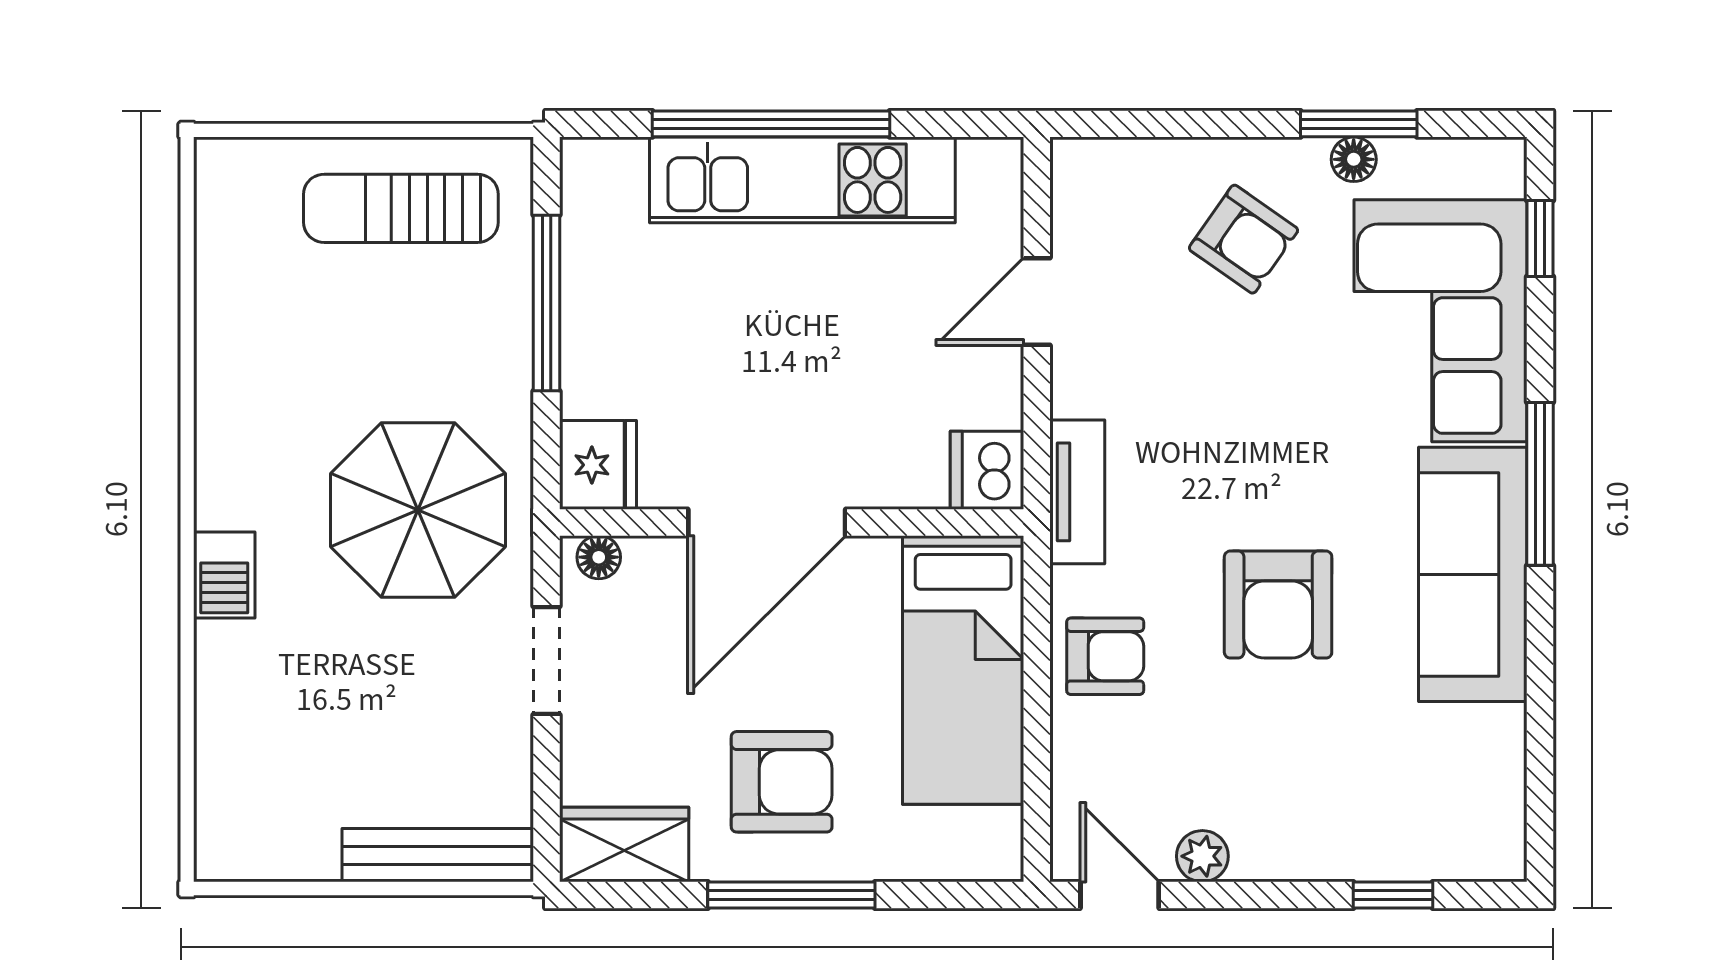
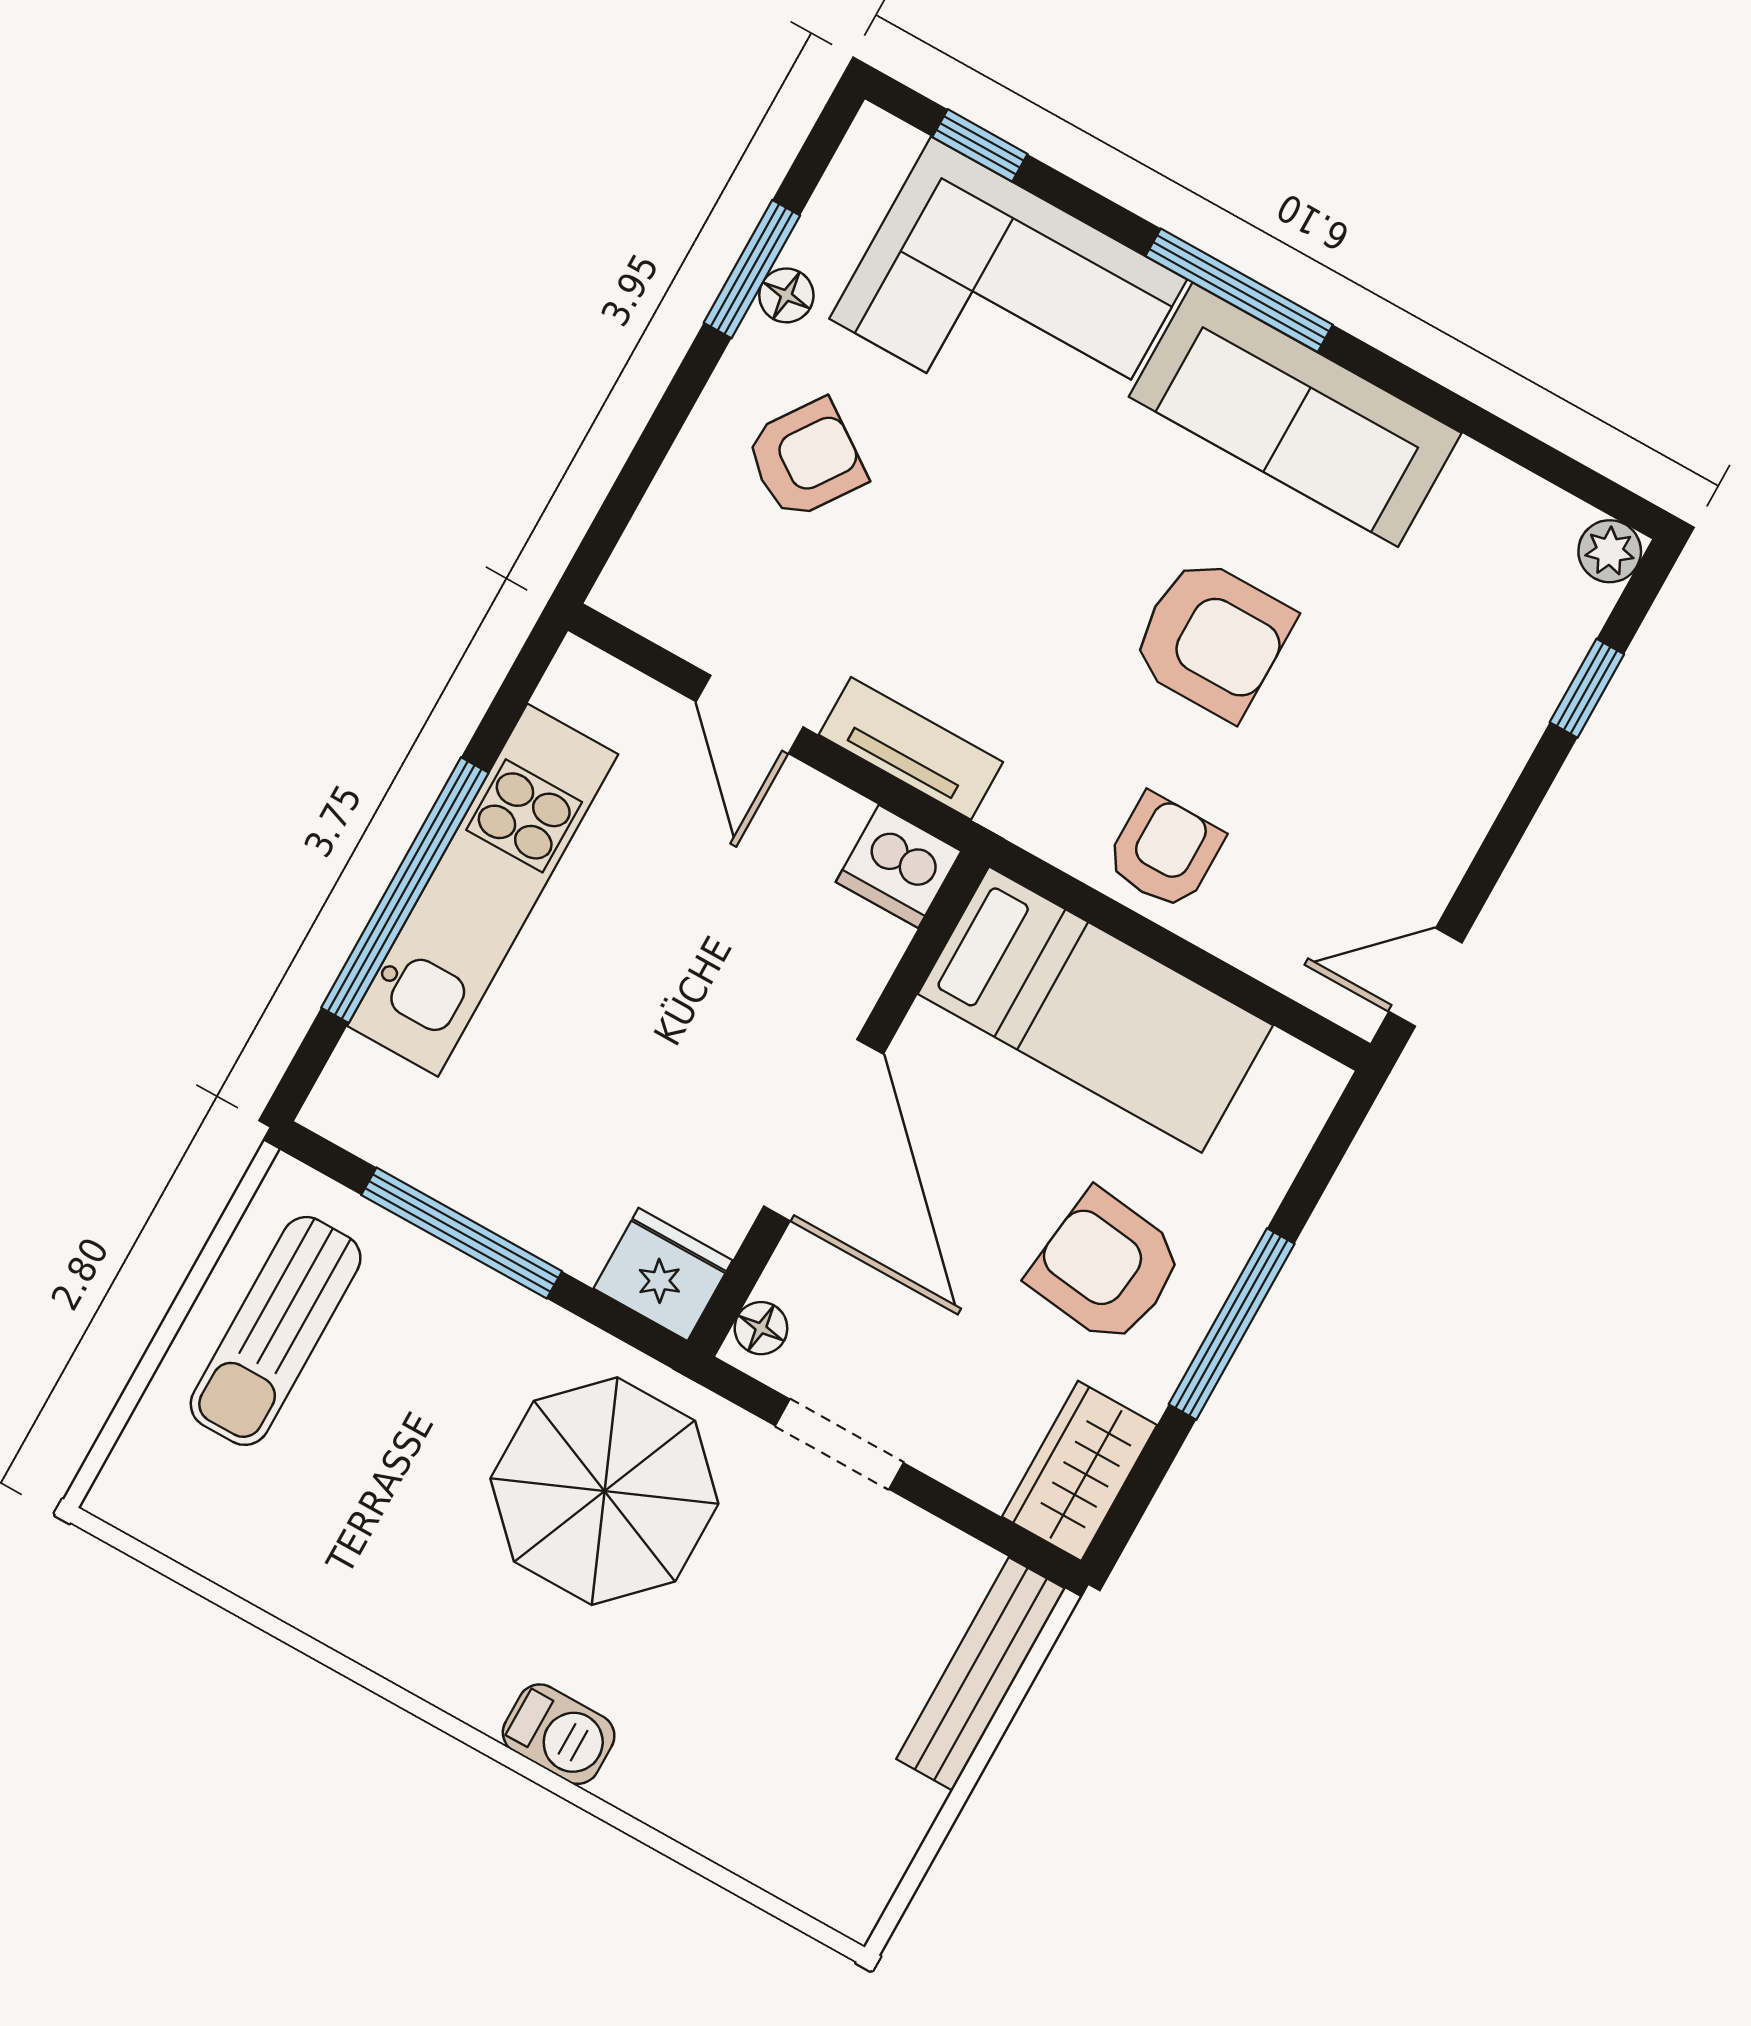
tv unit: (1077, 492) -> (911, 748), moved
armchair: (782, 782) -> (1106, 1267), turned -83
plant: (1202, 856) -> (1610, 551), moved

